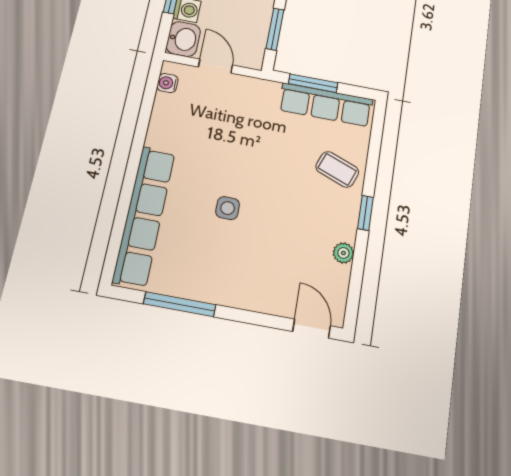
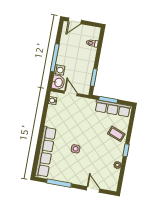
door: (312, 329) -> (93, 189), moved

